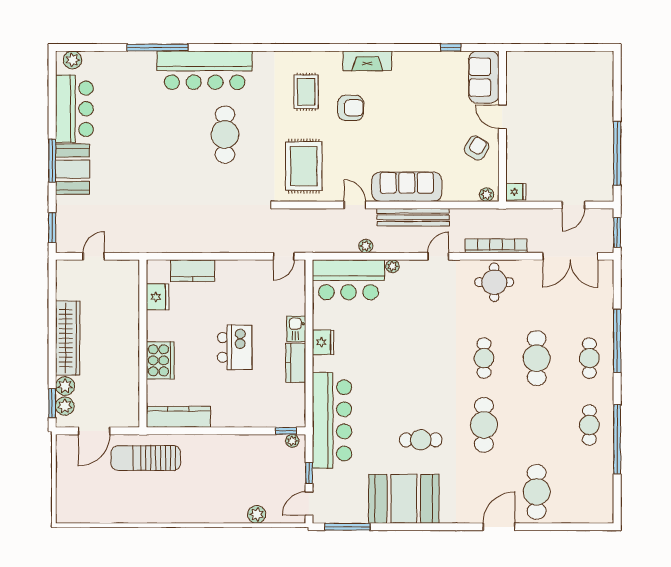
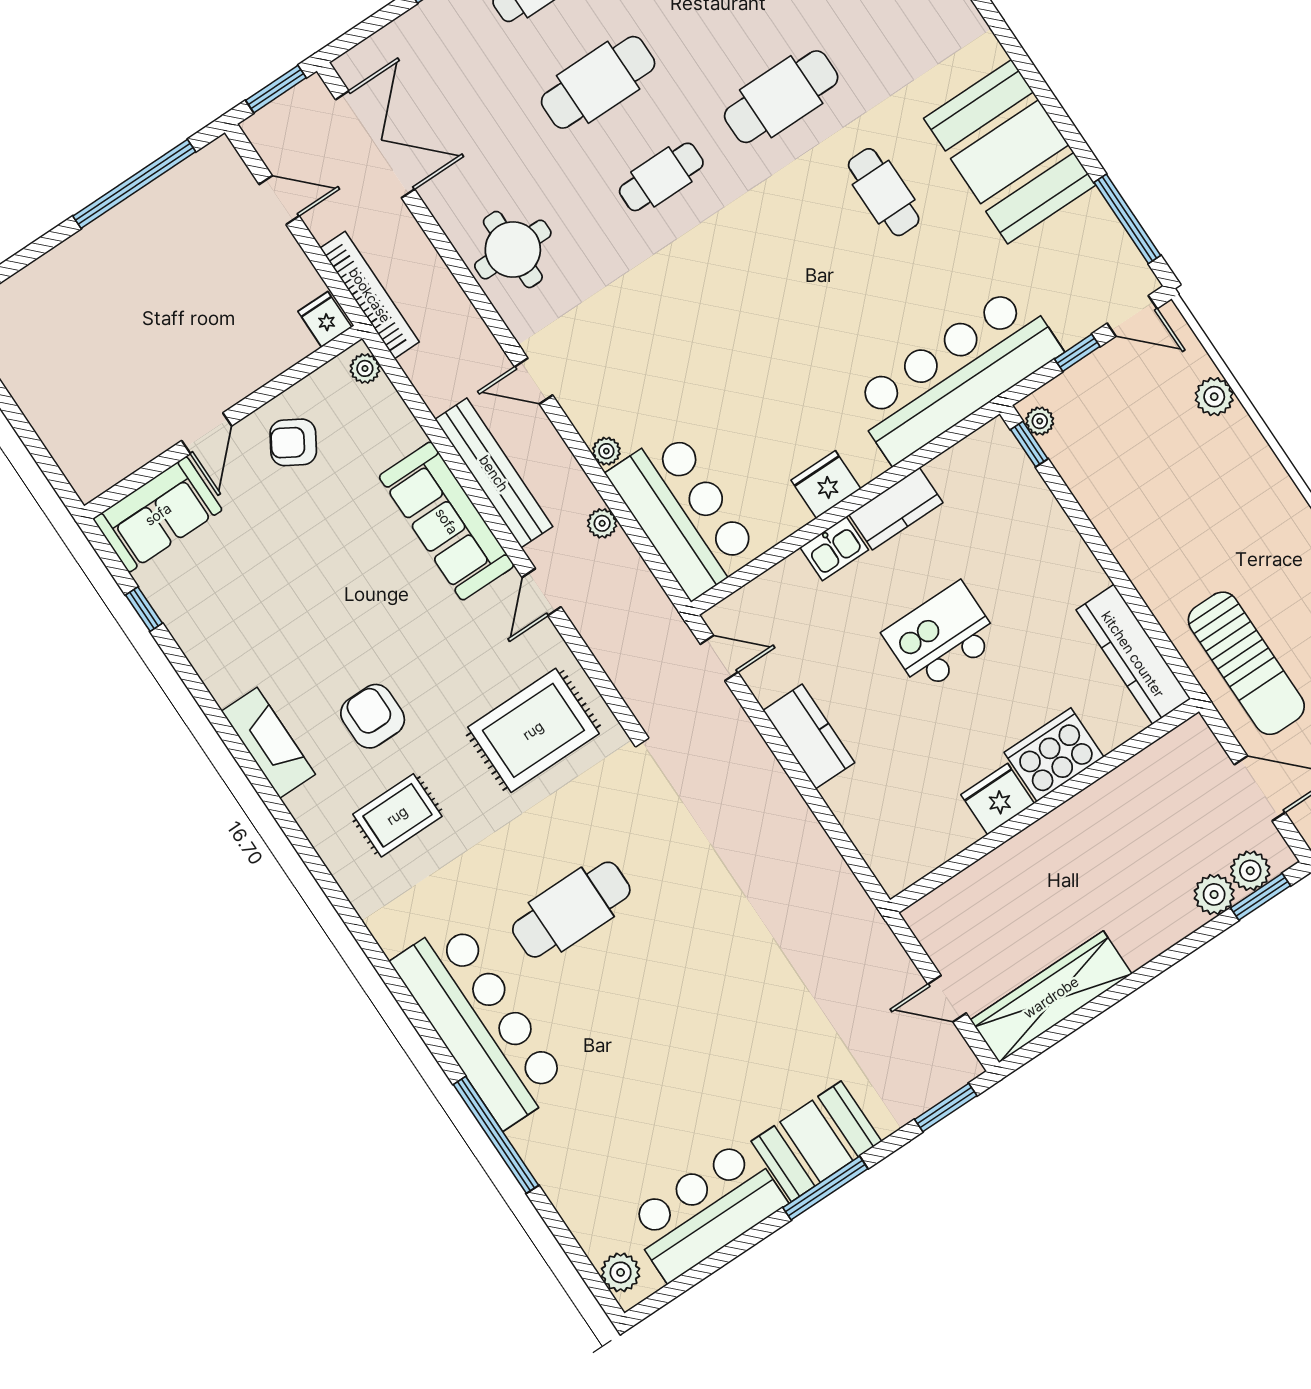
bookcase: (496, 246) -> (370, 295), moved, turned 180
kitchen counter: (193, 271) -> (809, 736), moved
fridge: (158, 297) -> (998, 799), moved
wardrobe: (68, 338) -> (1051, 997), moved

